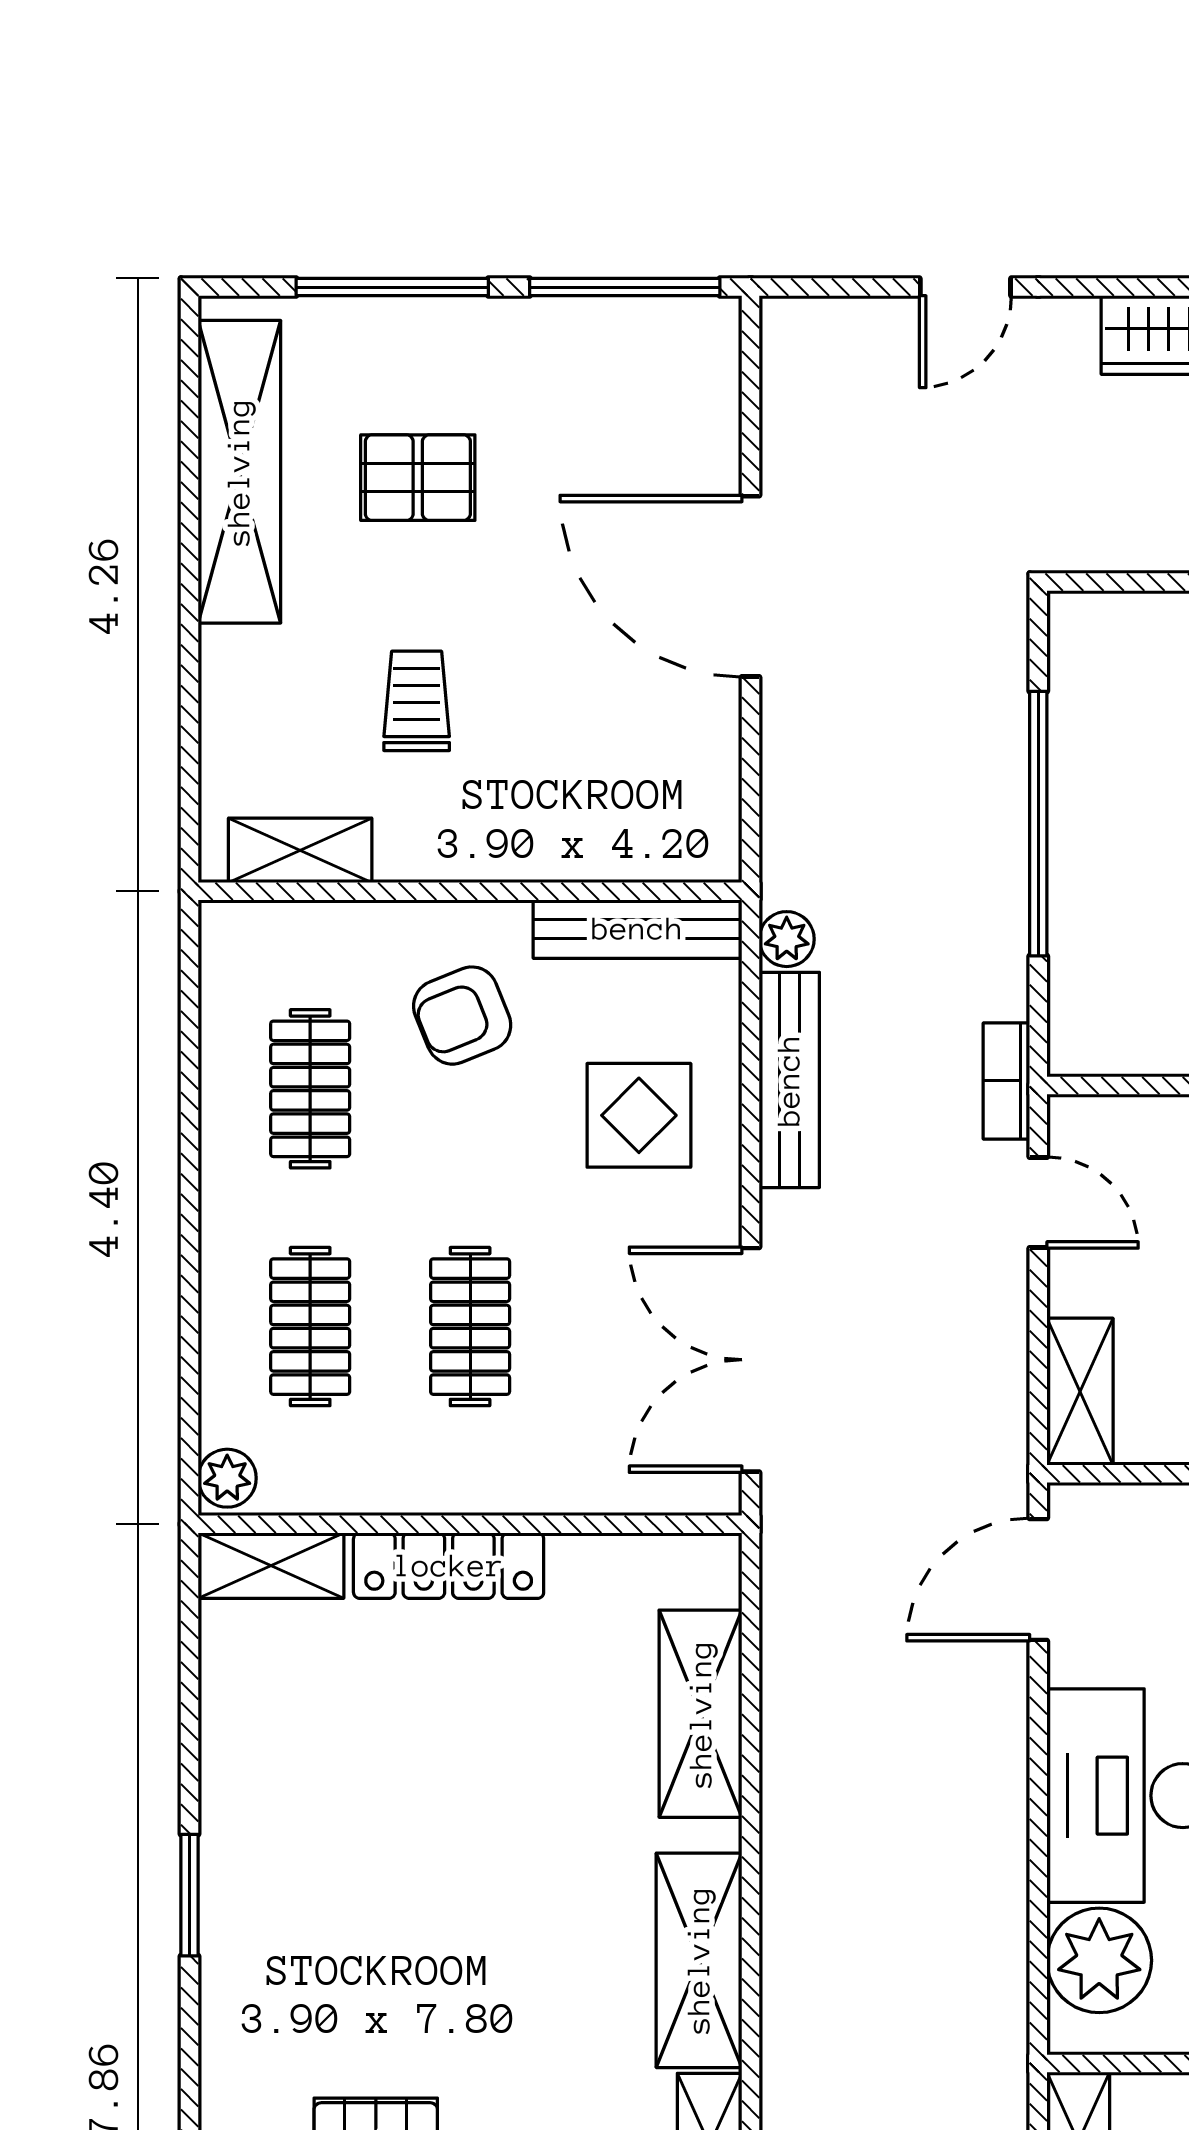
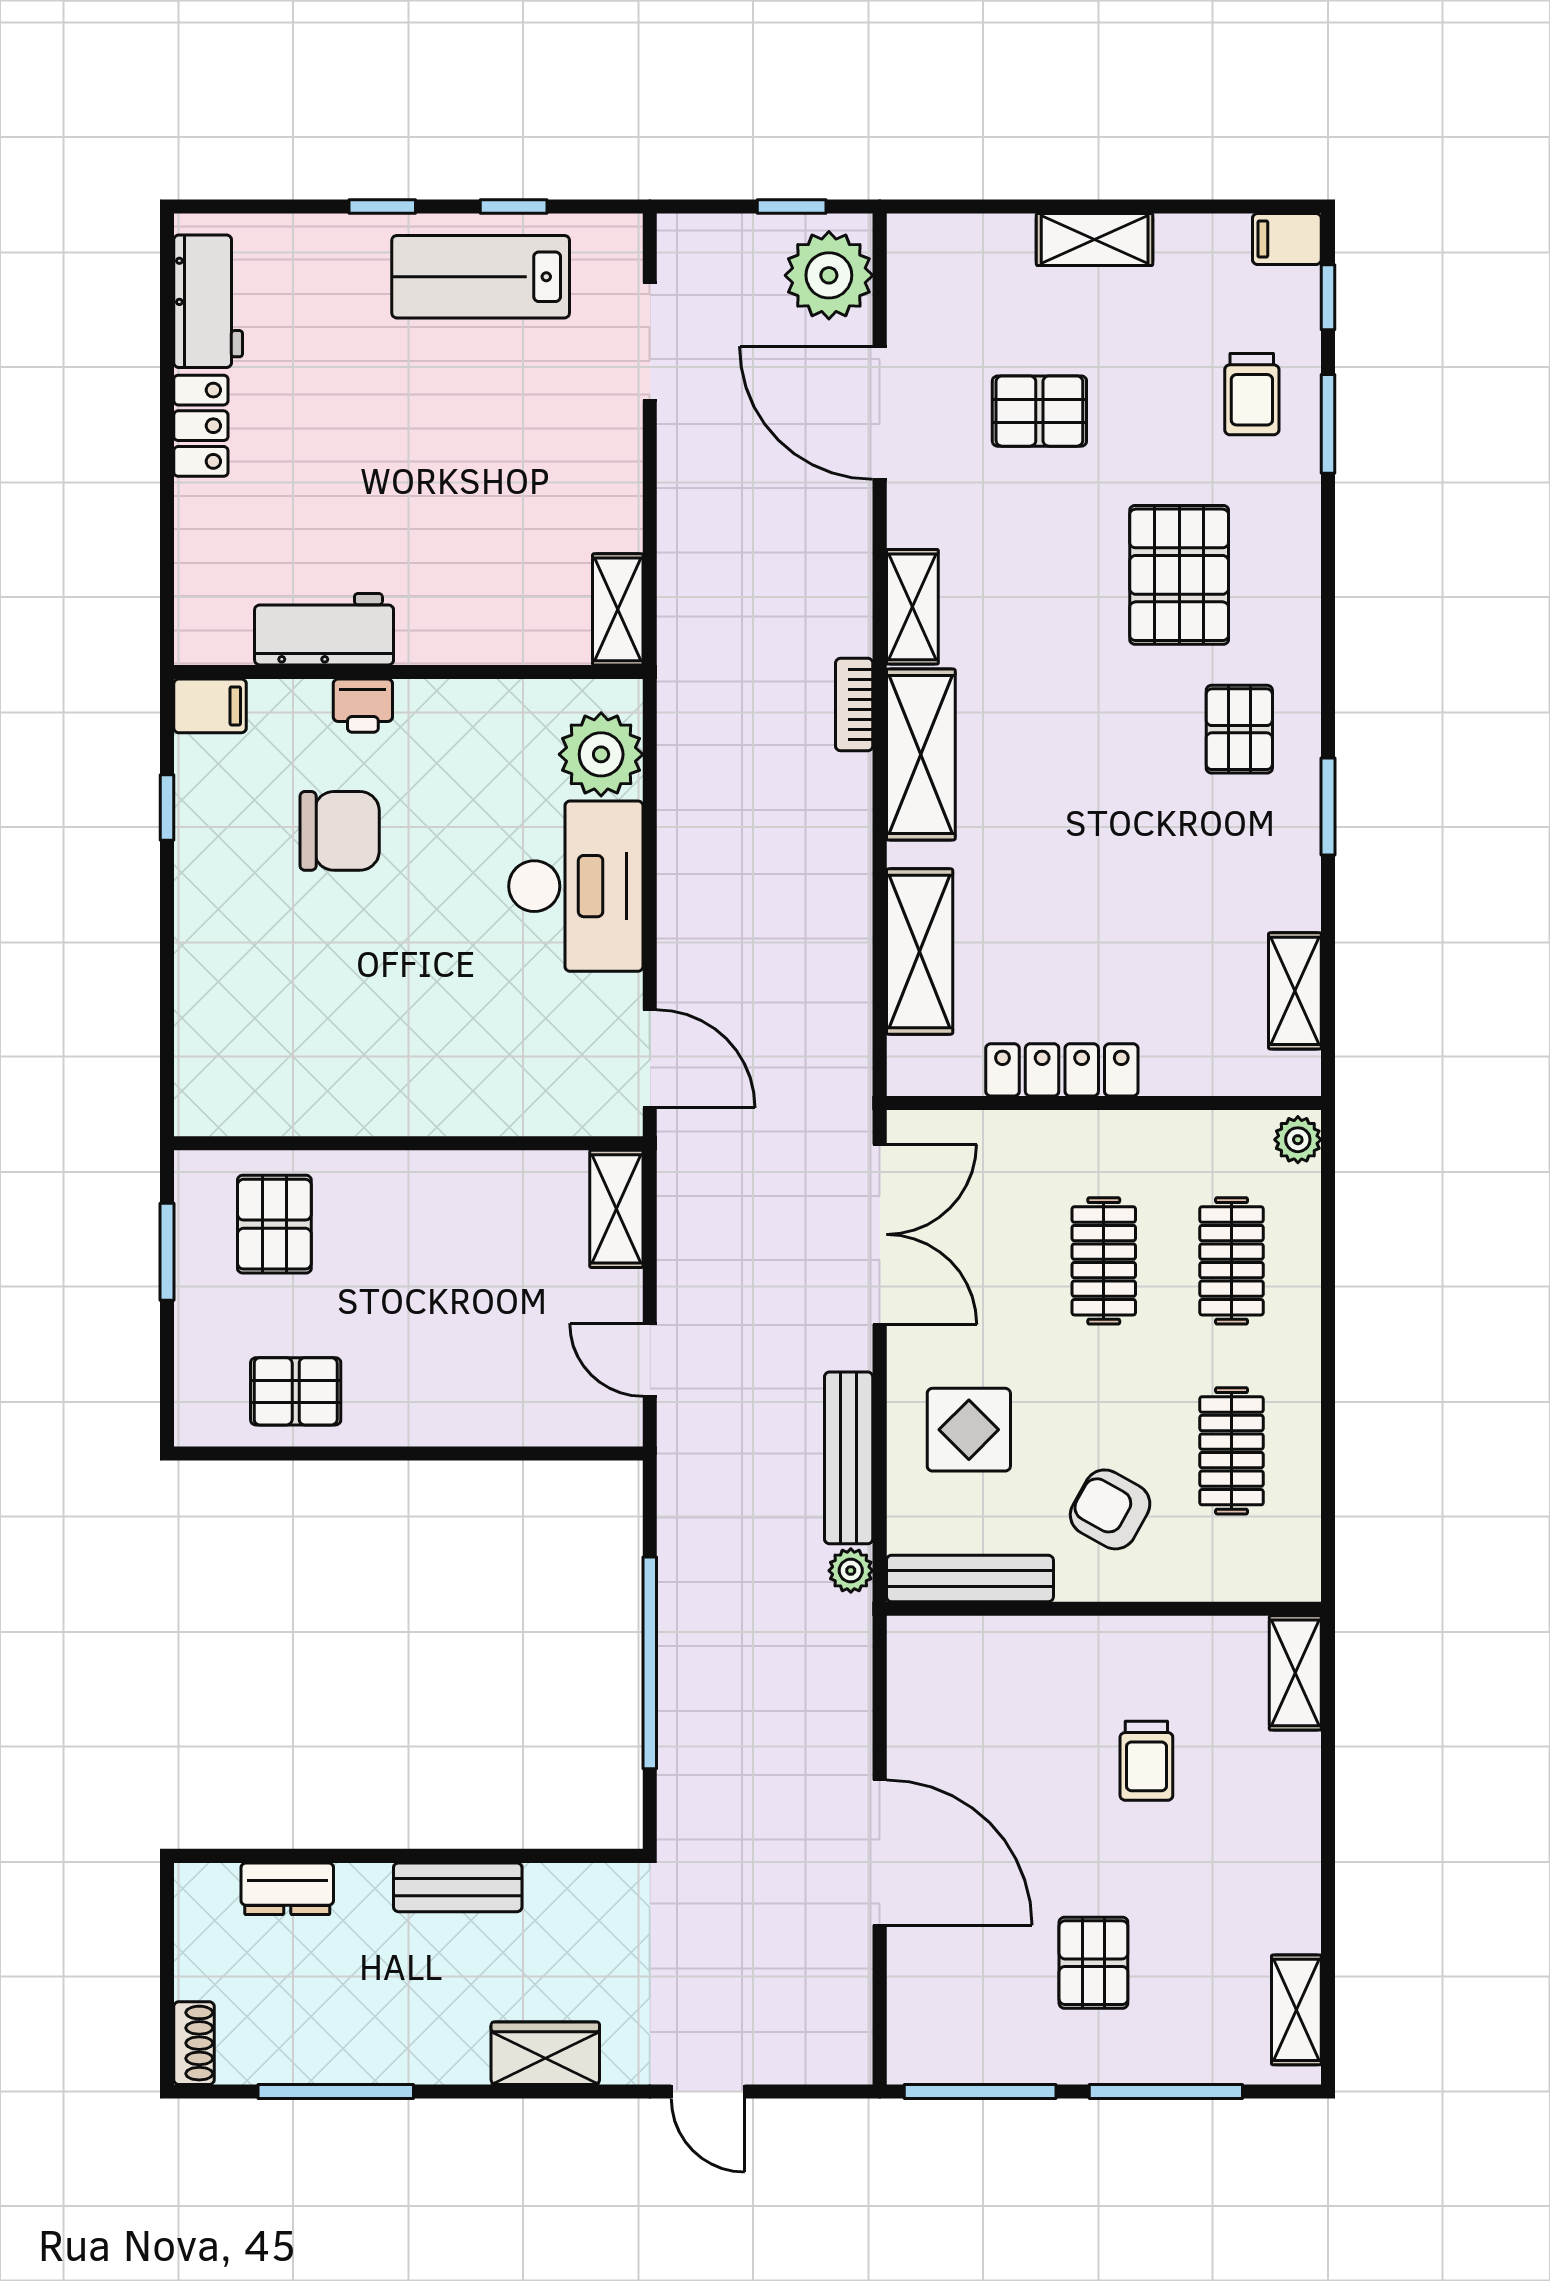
door: (965, 287) -> (708, 2091), swing flipped
shelving: (239, 472) -> (1296, 2010), width x0.45, depth x0.75
pallet: (418, 478) -> (1093, 1963), moved, turned 90
shelving: (300, 850) -> (1295, 1673), moved, turned 90
armchair: (462, 1016) -> (1110, 1509), turned -129
bookcase: (1006, 1081) -> (854, 705), moved, turned 180
shelving: (271, 1566) -> (1295, 991), moved, turned 90
locker: (449, 1566) -> (1062, 1070), moved
door: (1038, 1579) -> (650, 1059), hinge flipped
pallet: (300, 1992) -> (1239, 729), added

